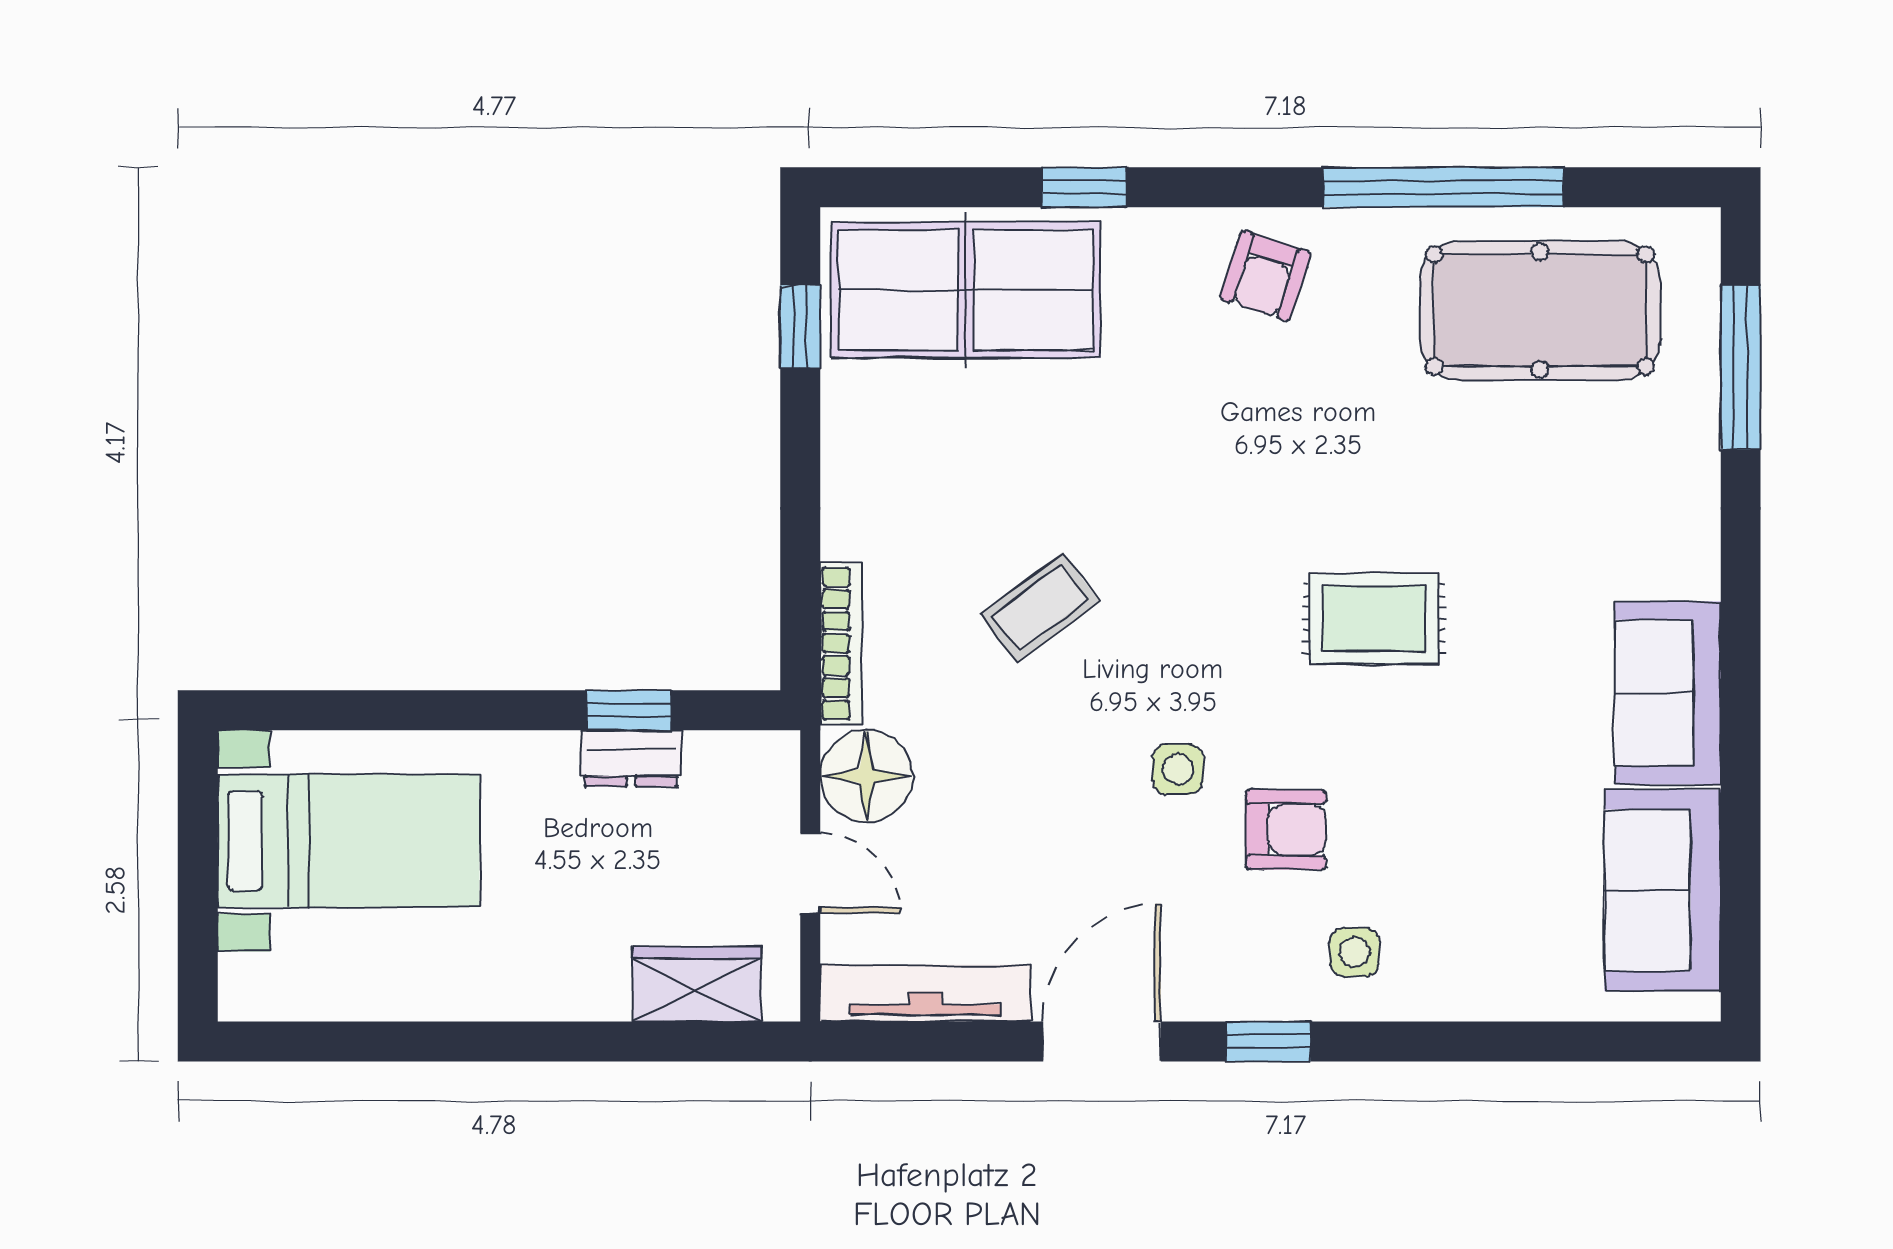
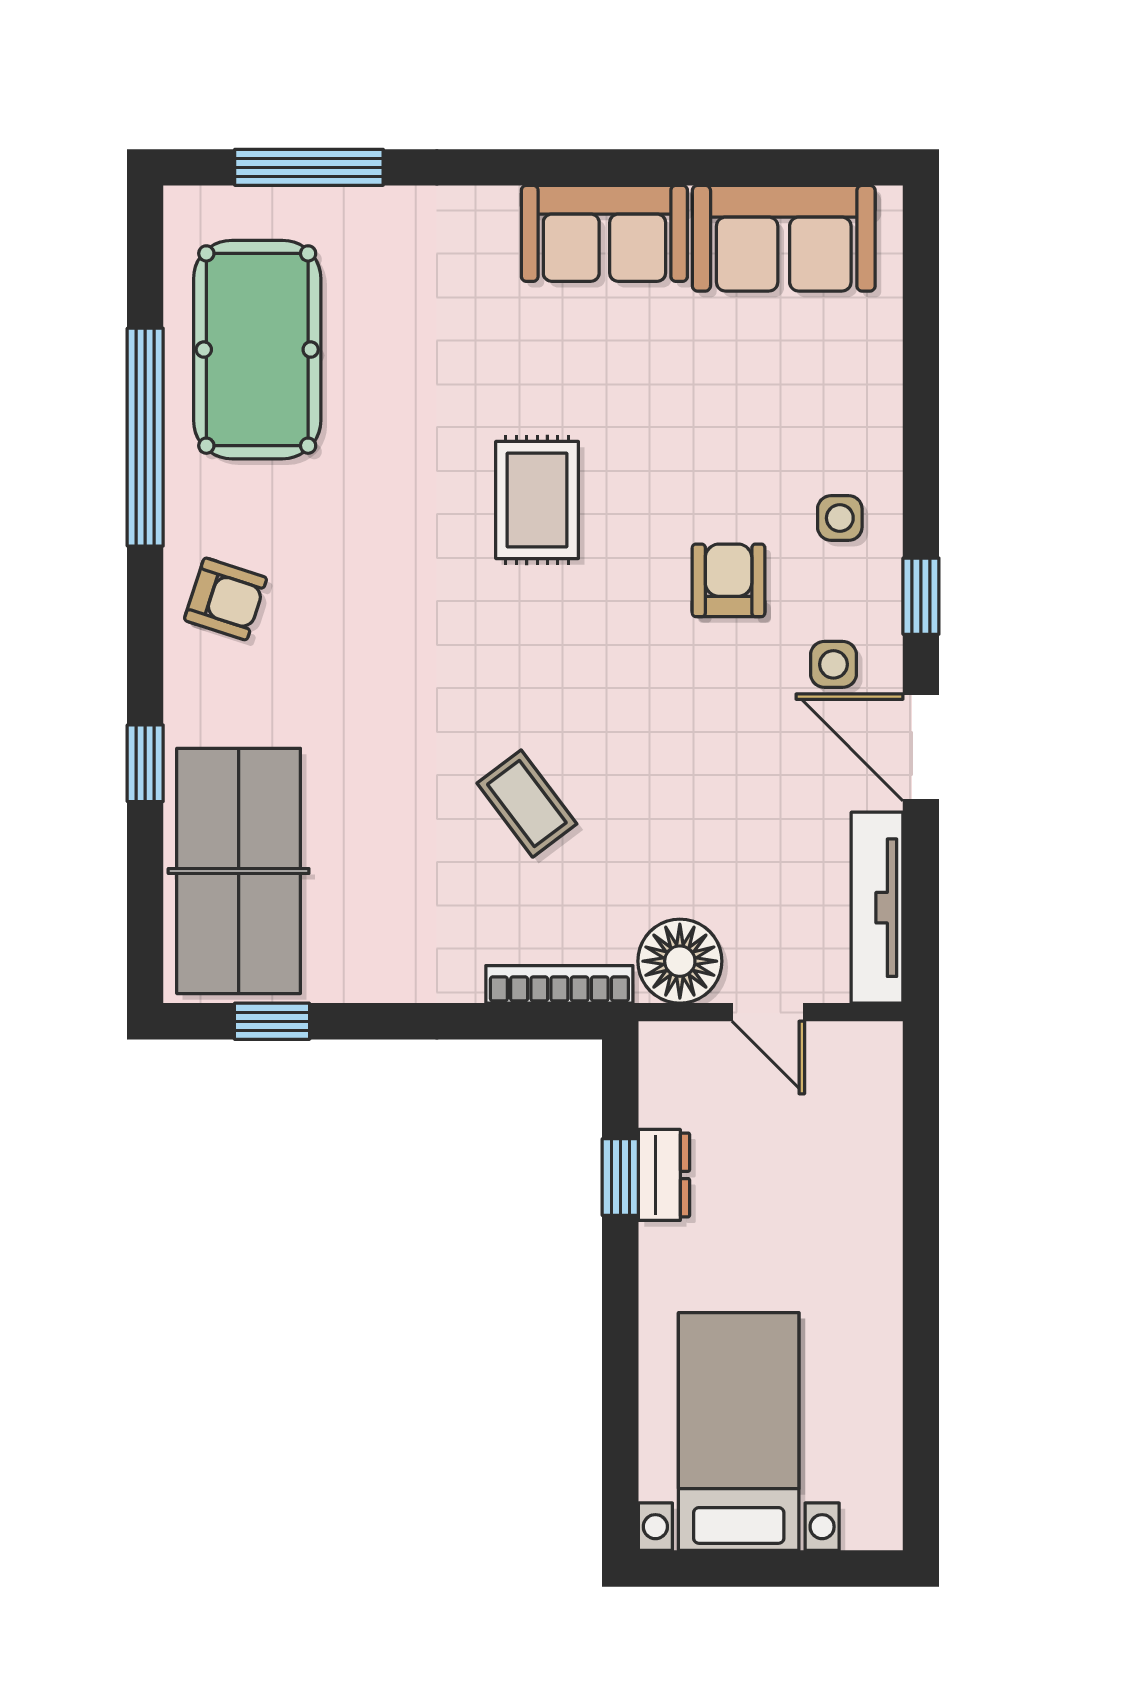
side table: (1178, 769) -> (833, 664), moved
door: (810, 873) -> (768, 1012), swing flipped
wardrobe: (697, 984) -> (869, 1115), removed

